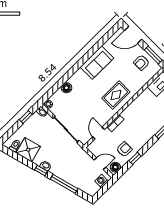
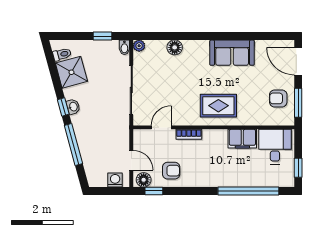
filing cabinet: (143, 99) -> (242, 139), added
window: (135, 158) -> (154, 191), moved

